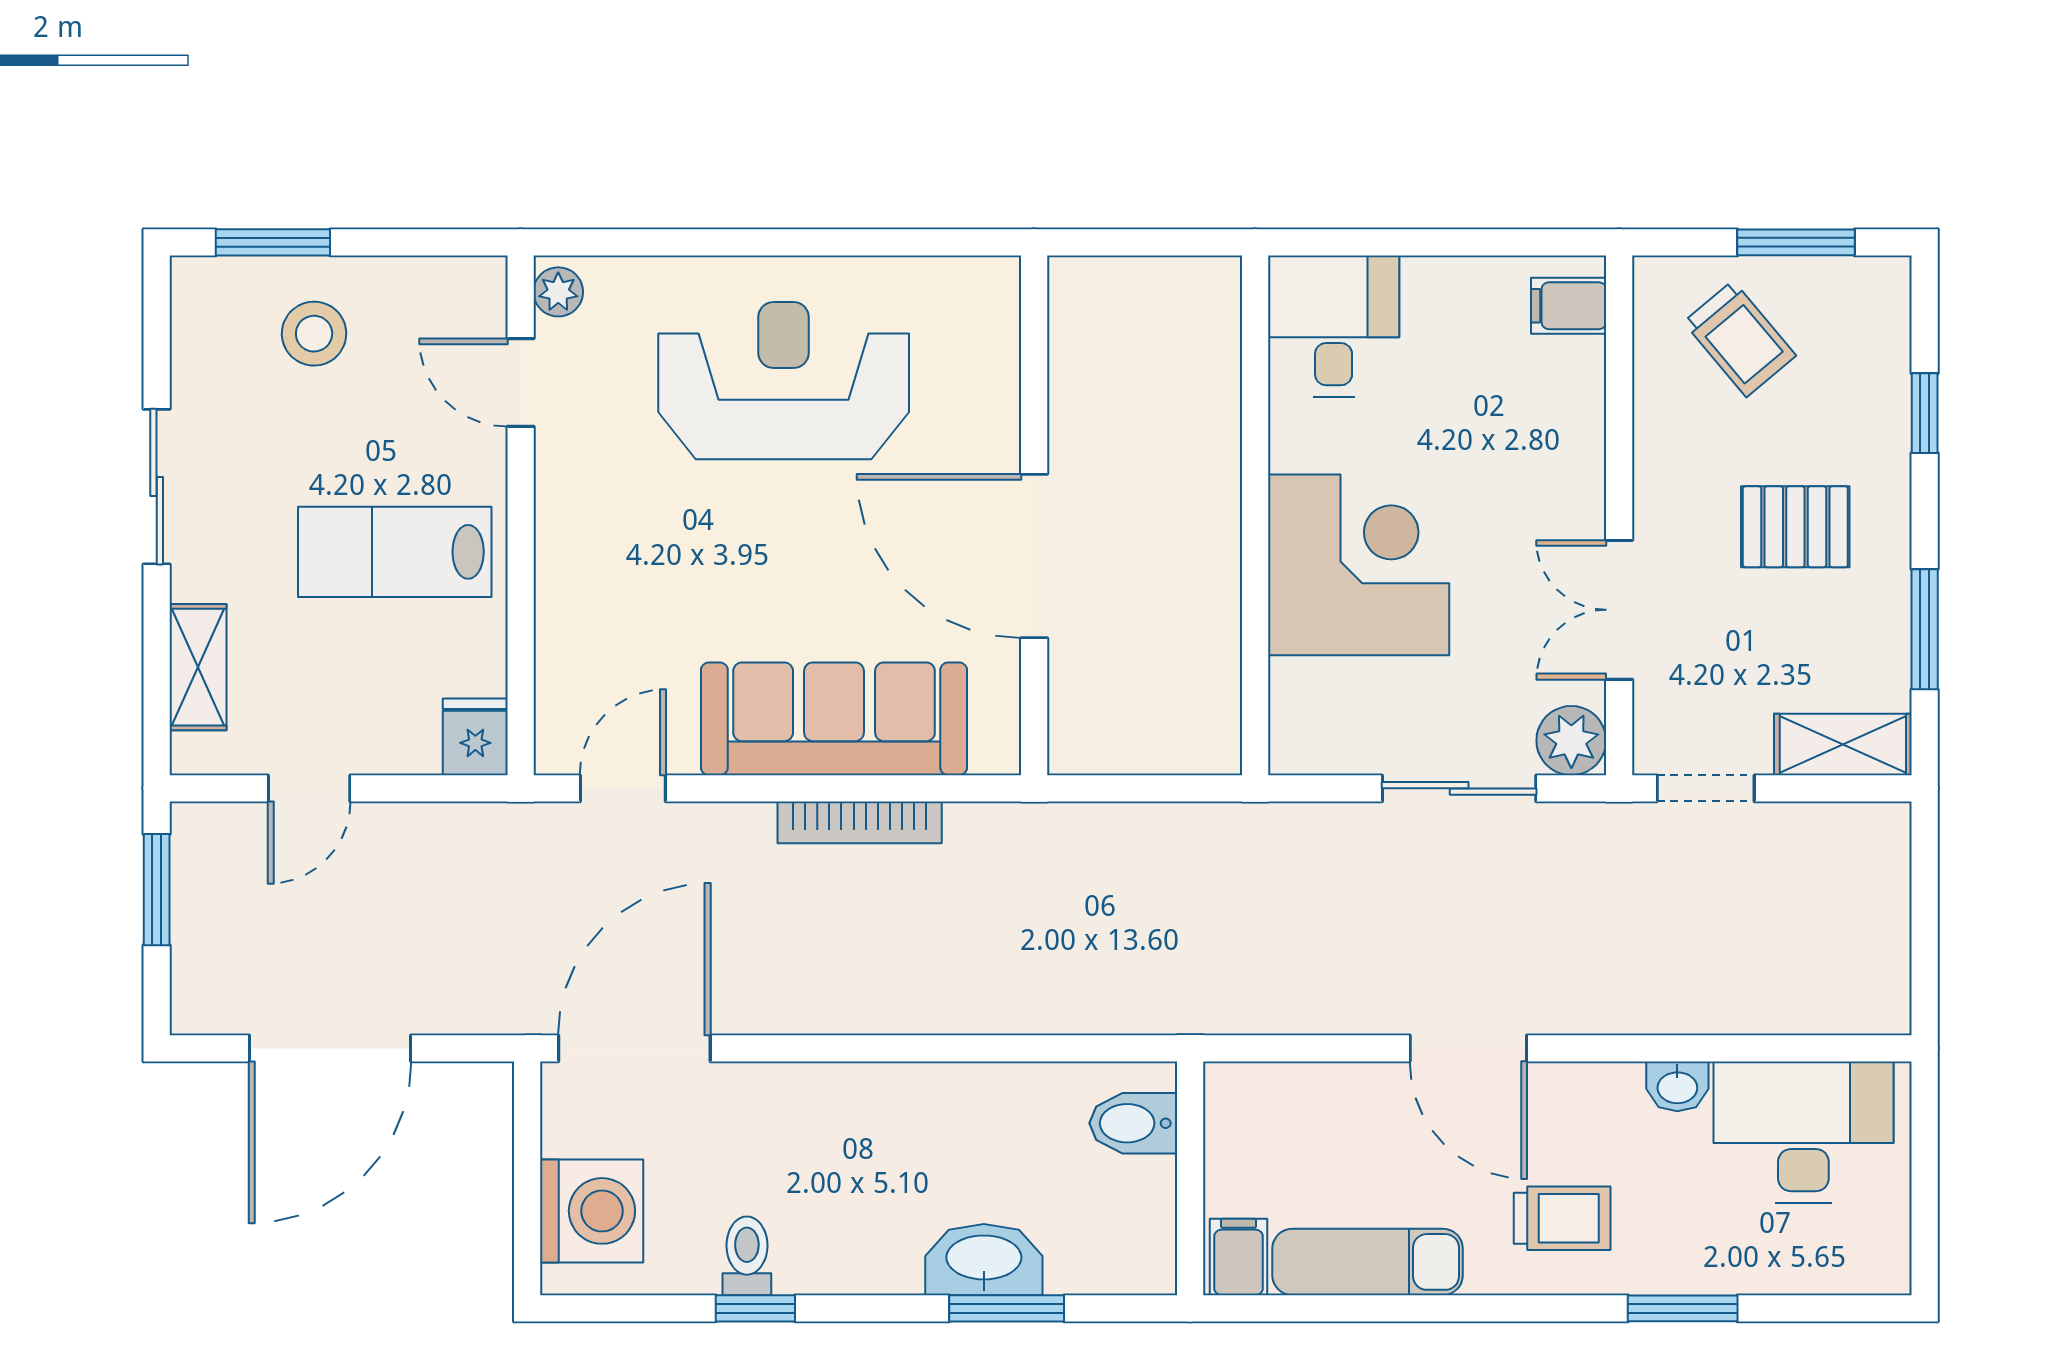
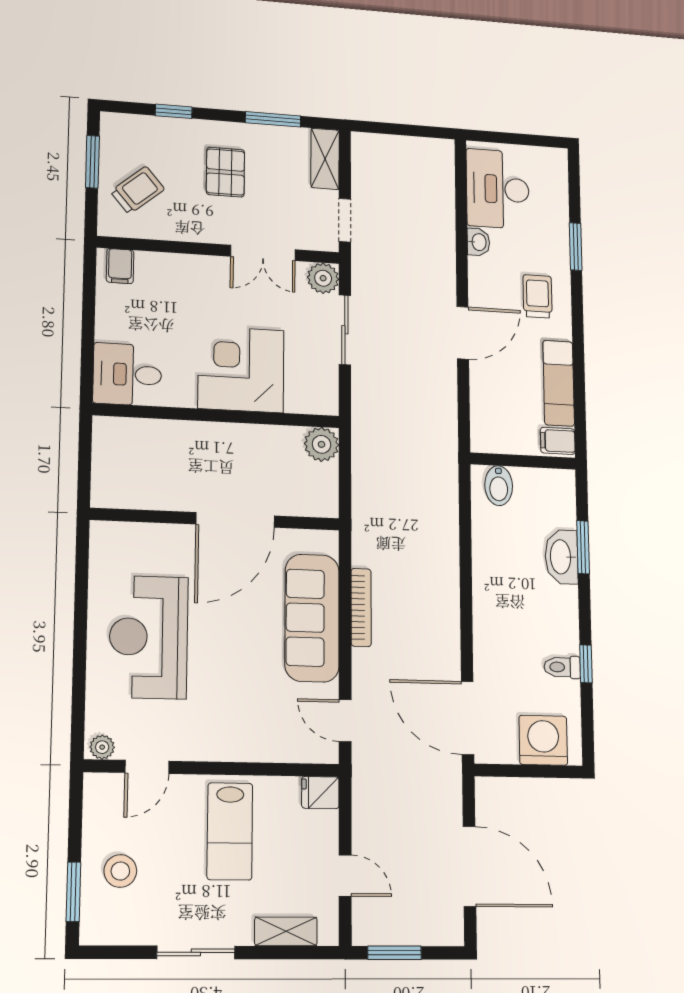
plant: (1205, 738) -> (322, 444), added

